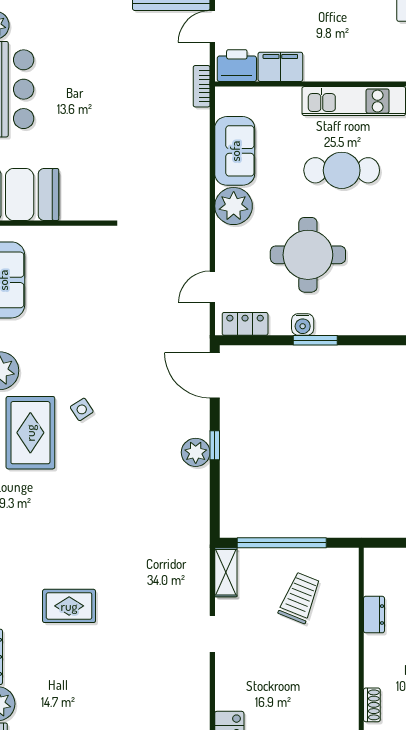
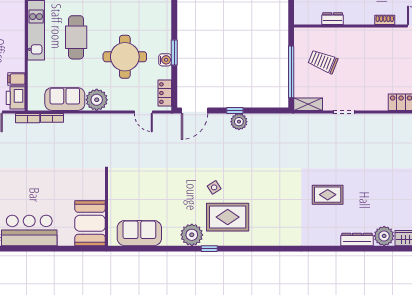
filing cabinet: (280, 67) -> (16, 79), width x0.50
bookcase: (202, 129) -> (52, 118), added
rug: (69, 606) -> (328, 195), turned 90

